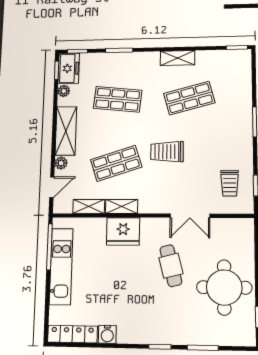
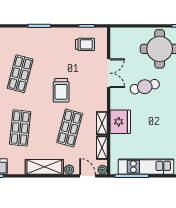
plant: (64, 91) -> (102, 170), moved
shop shelf: (189, 98) -> (20, 74), turned 30
shop shelf: (116, 163) -> (70, 128), turned 33

